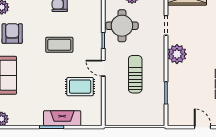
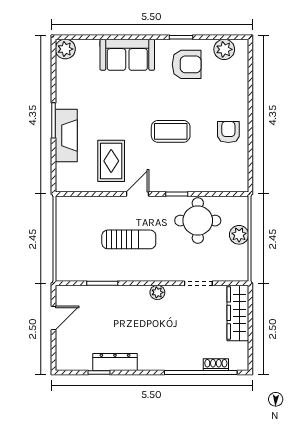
coffee table: (59, 45) -> (171, 131), turned 90
plant: (177, 54) -> (157, 292), width x0.53, depth x0.53
door: (203, 127) -> (54, 318), moved

